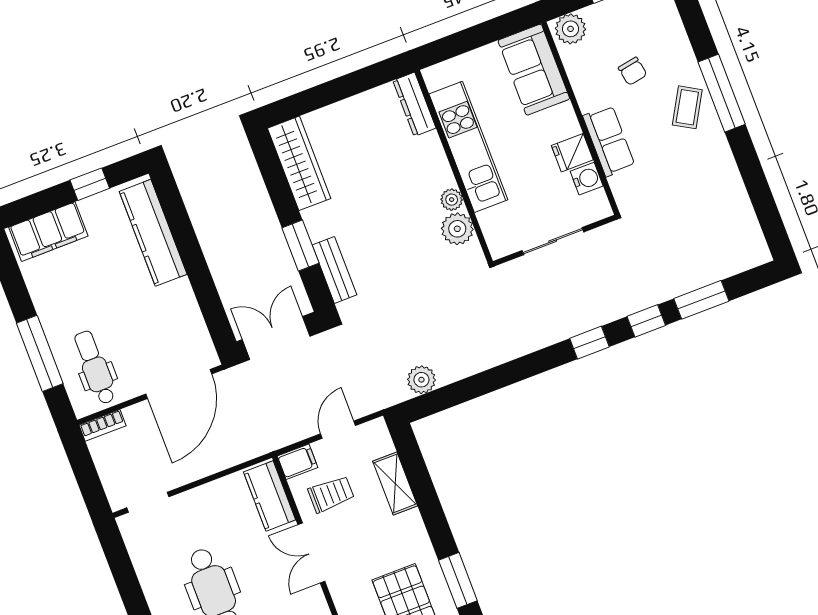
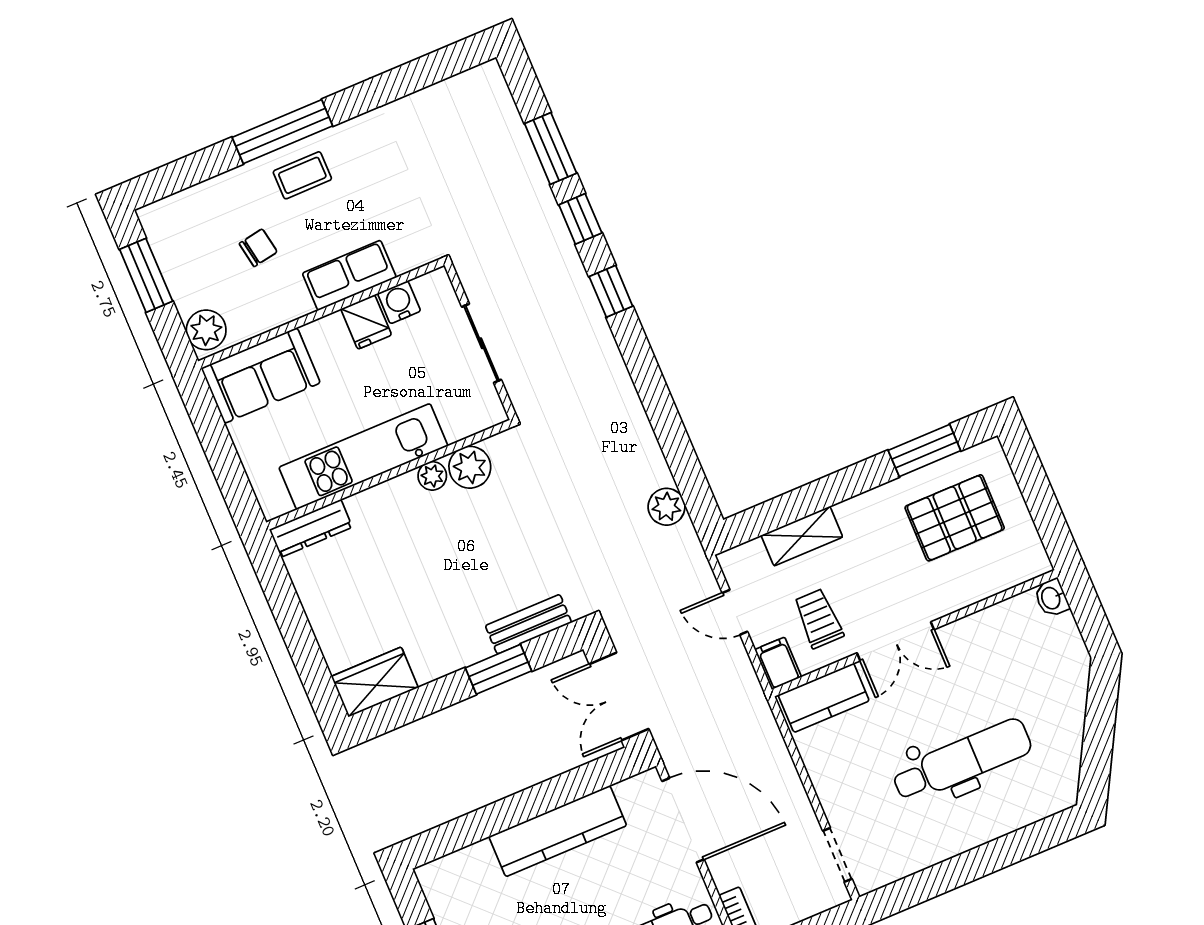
coffee table: (687, 107) -> (302, 175), turned -30
wardrobe: (299, 163) -> (375, 682), width x0.67
kitchen counter: (153, 233) -> (558, 831), moved

